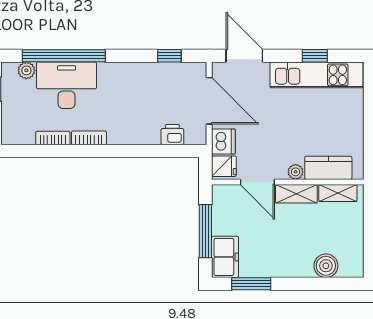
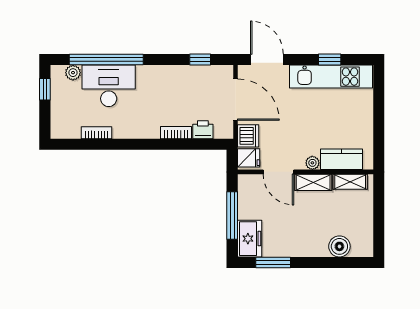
bookcase: (89, 138) -> (176, 133), moved

